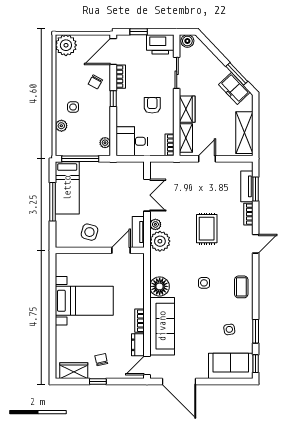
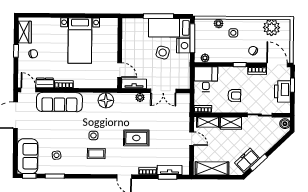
printer: (160, 44) -> (282, 91), moved
plant: (66, 45) -> (272, 28), moved
nightstand: (90, 170) -> (183, 46), added
side table: (89, 232) -> (163, 53), moved
plant: (160, 241) -> (127, 101), removed
floor lamp: (160, 286) -> (106, 100), moved
coffee table: (241, 287) -> (96, 154), moved

